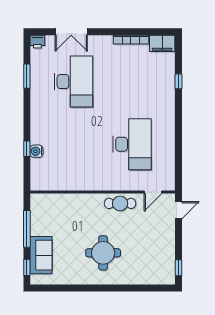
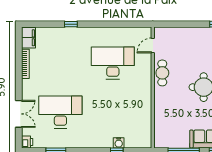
window: (178, 81) -> (71, 24), moved
door: (153, 192) -> (153, 45), swing flipped
door: (178, 210) -> (168, 24), removed

